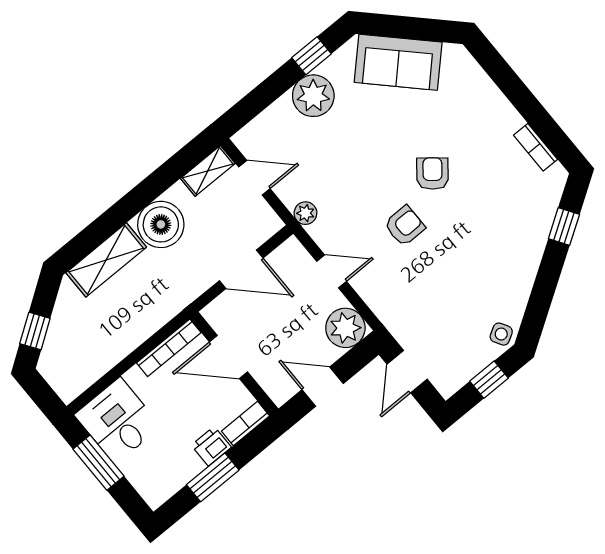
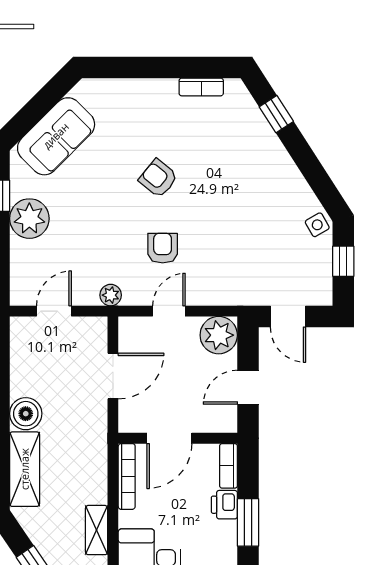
shelving: (208, 171) -> (97, 530), moved
boiler: (161, 224) -> (26, 414), width x0.73, depth x0.73
armchair: (405, 226) -> (163, 248), moved

